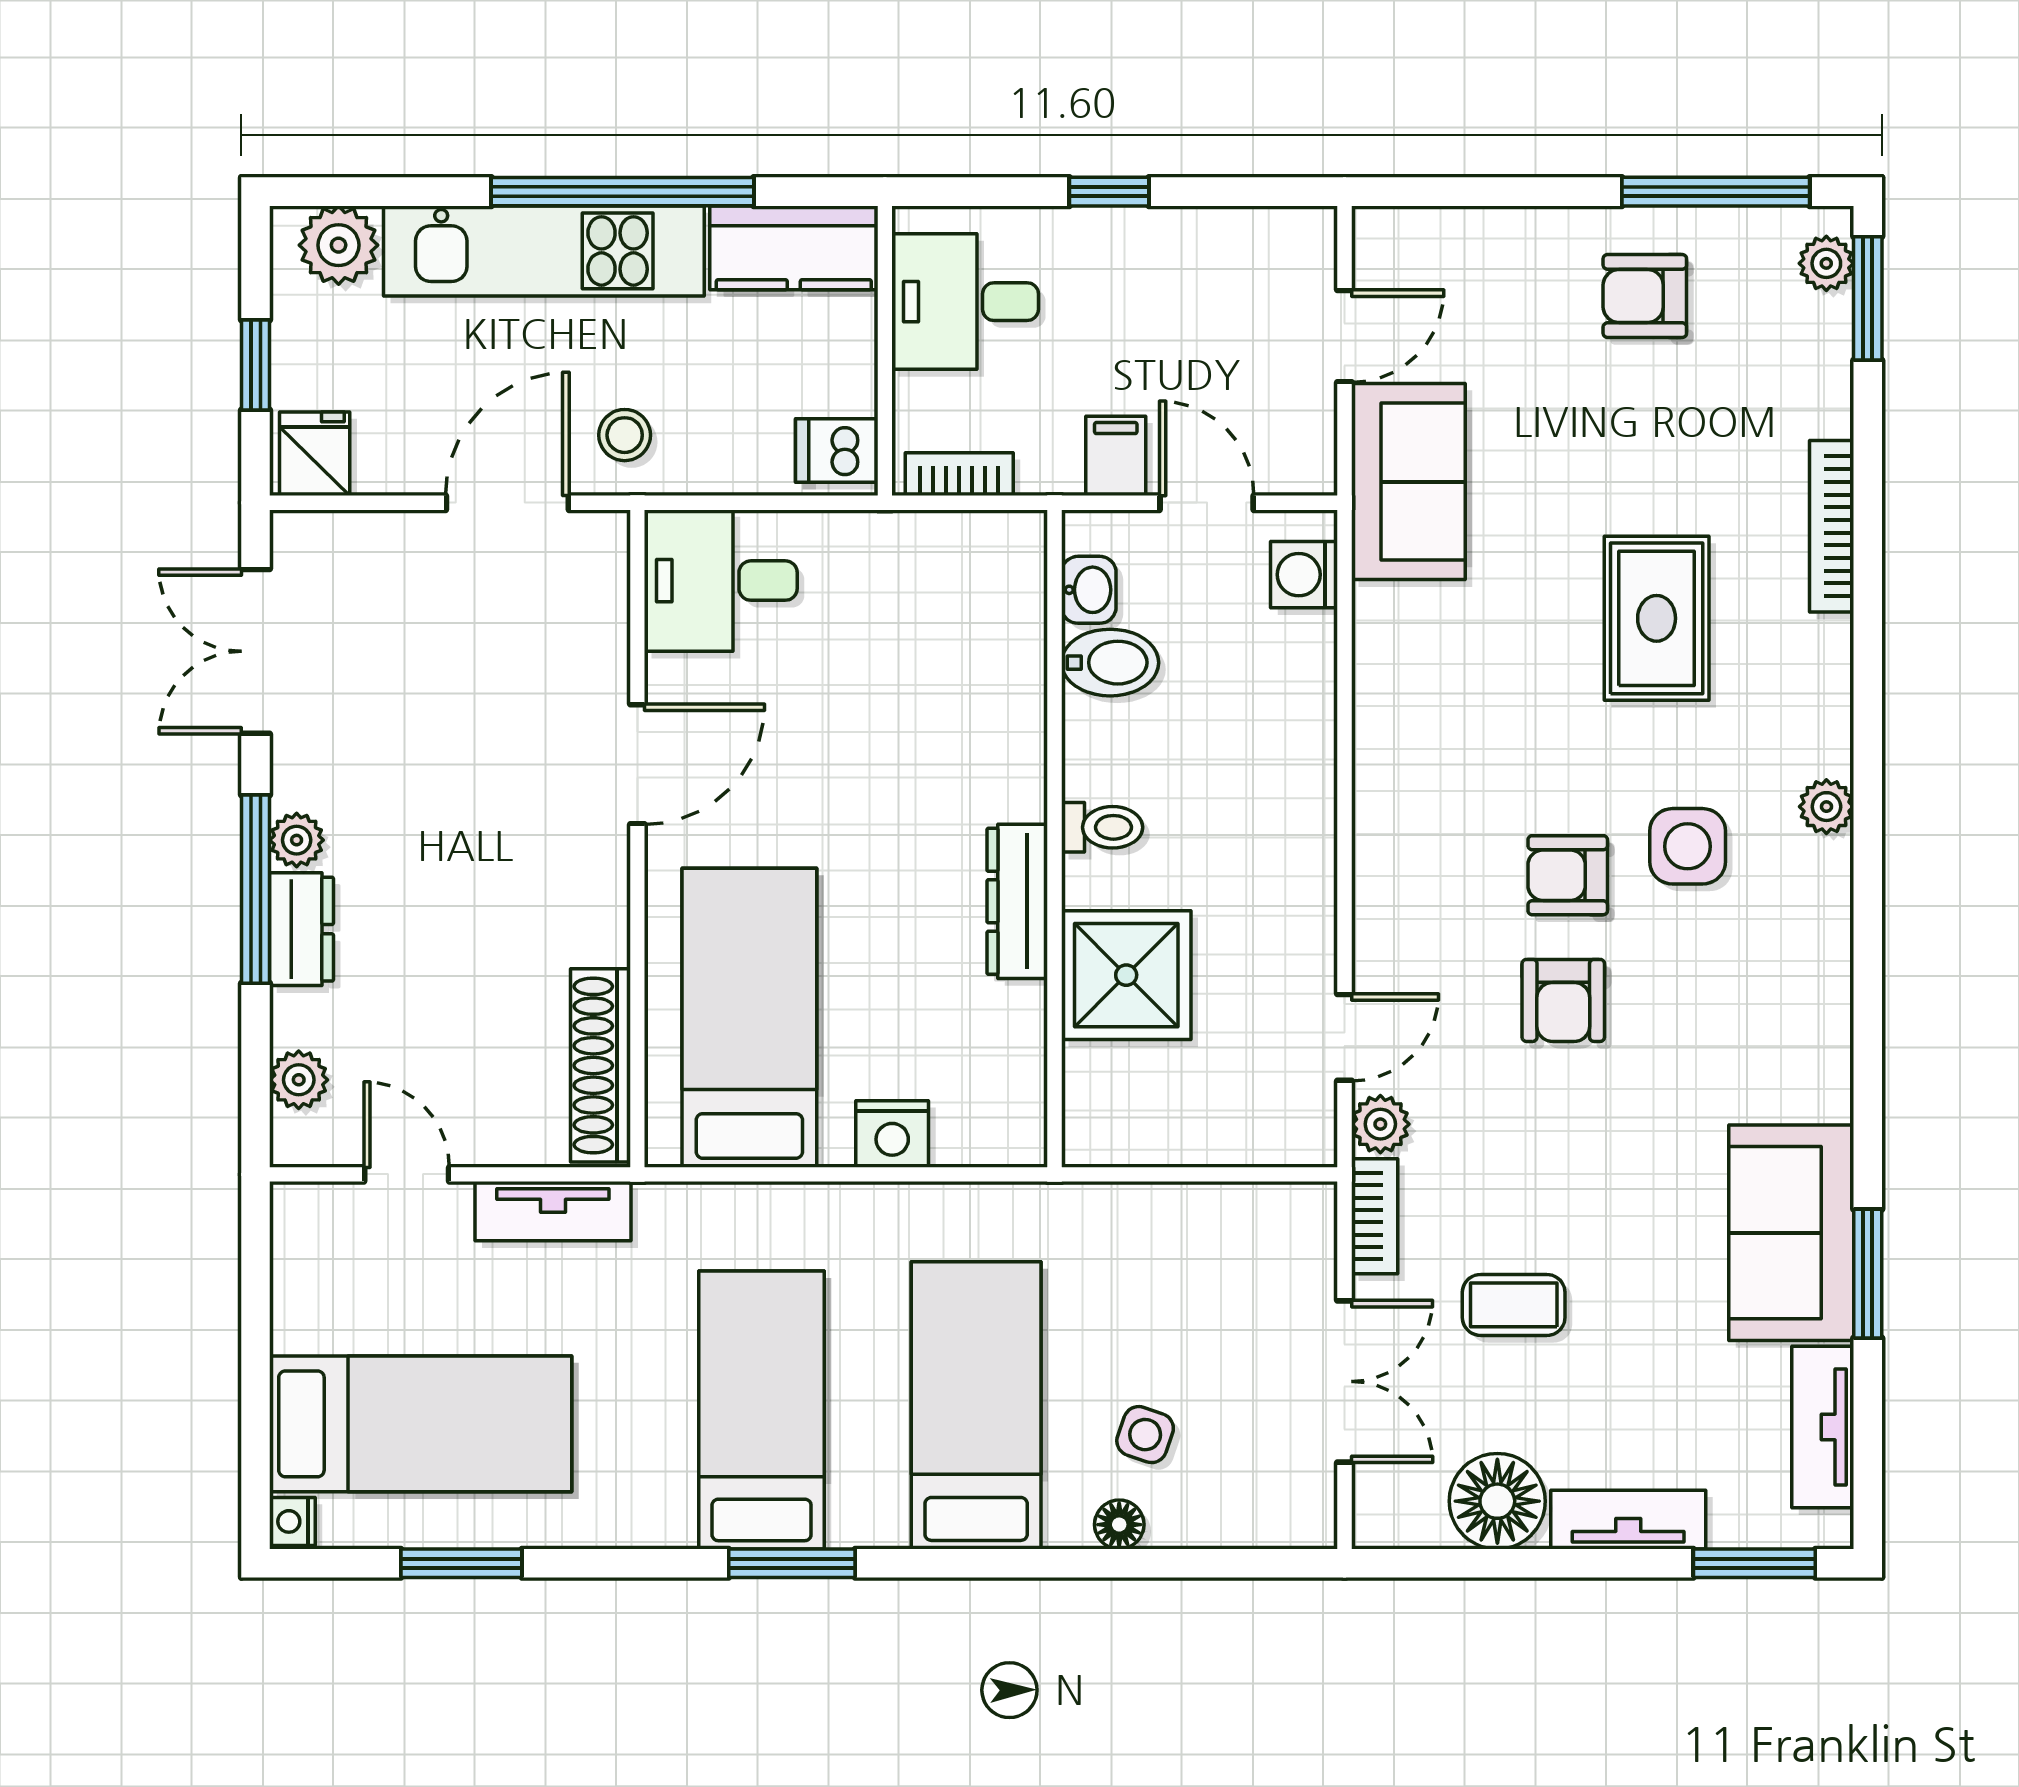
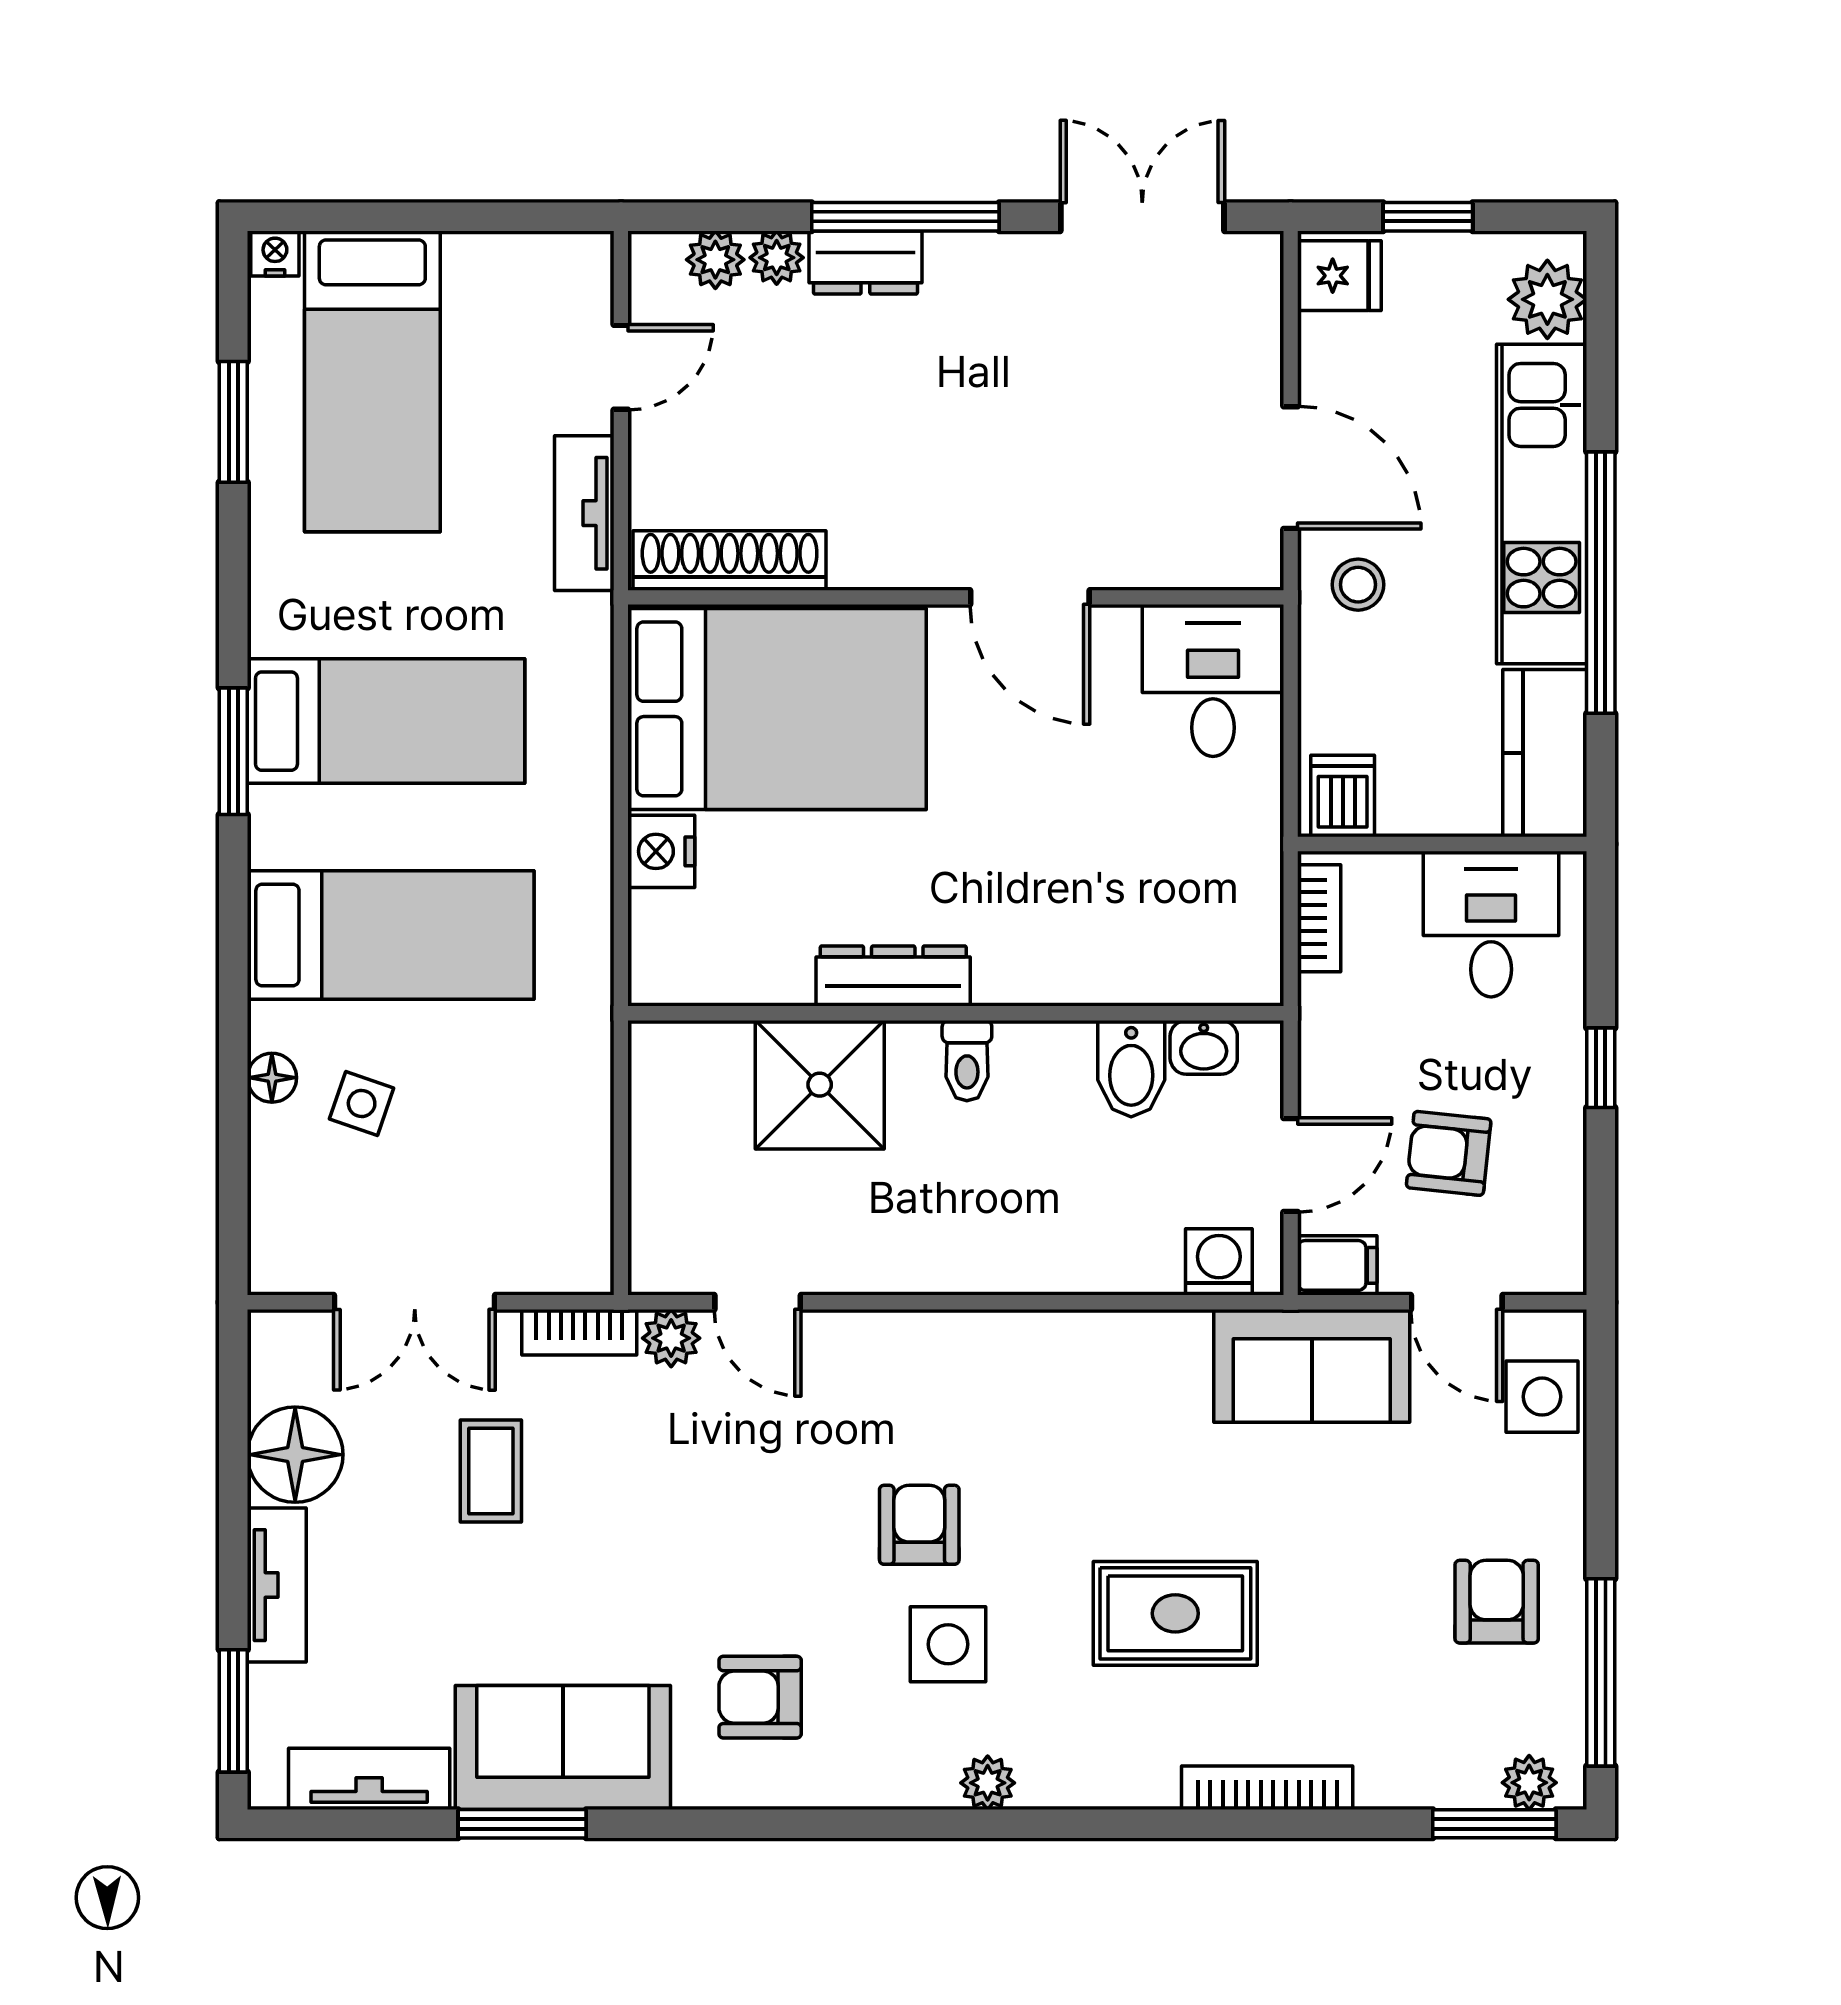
side table: (1439, 251) -> (1542, 1397), added
armchair: (1195, 344) -> (1449, 1153), added
filing cabinet: (1116, 456) -> (1337, 1265), moved
plant: (297, 840) -> (777, 258), moved
armchair: (1563, 1000) -> (760, 1697), moved
bed: (749, 1018) -> (777, 709), width x1.50

